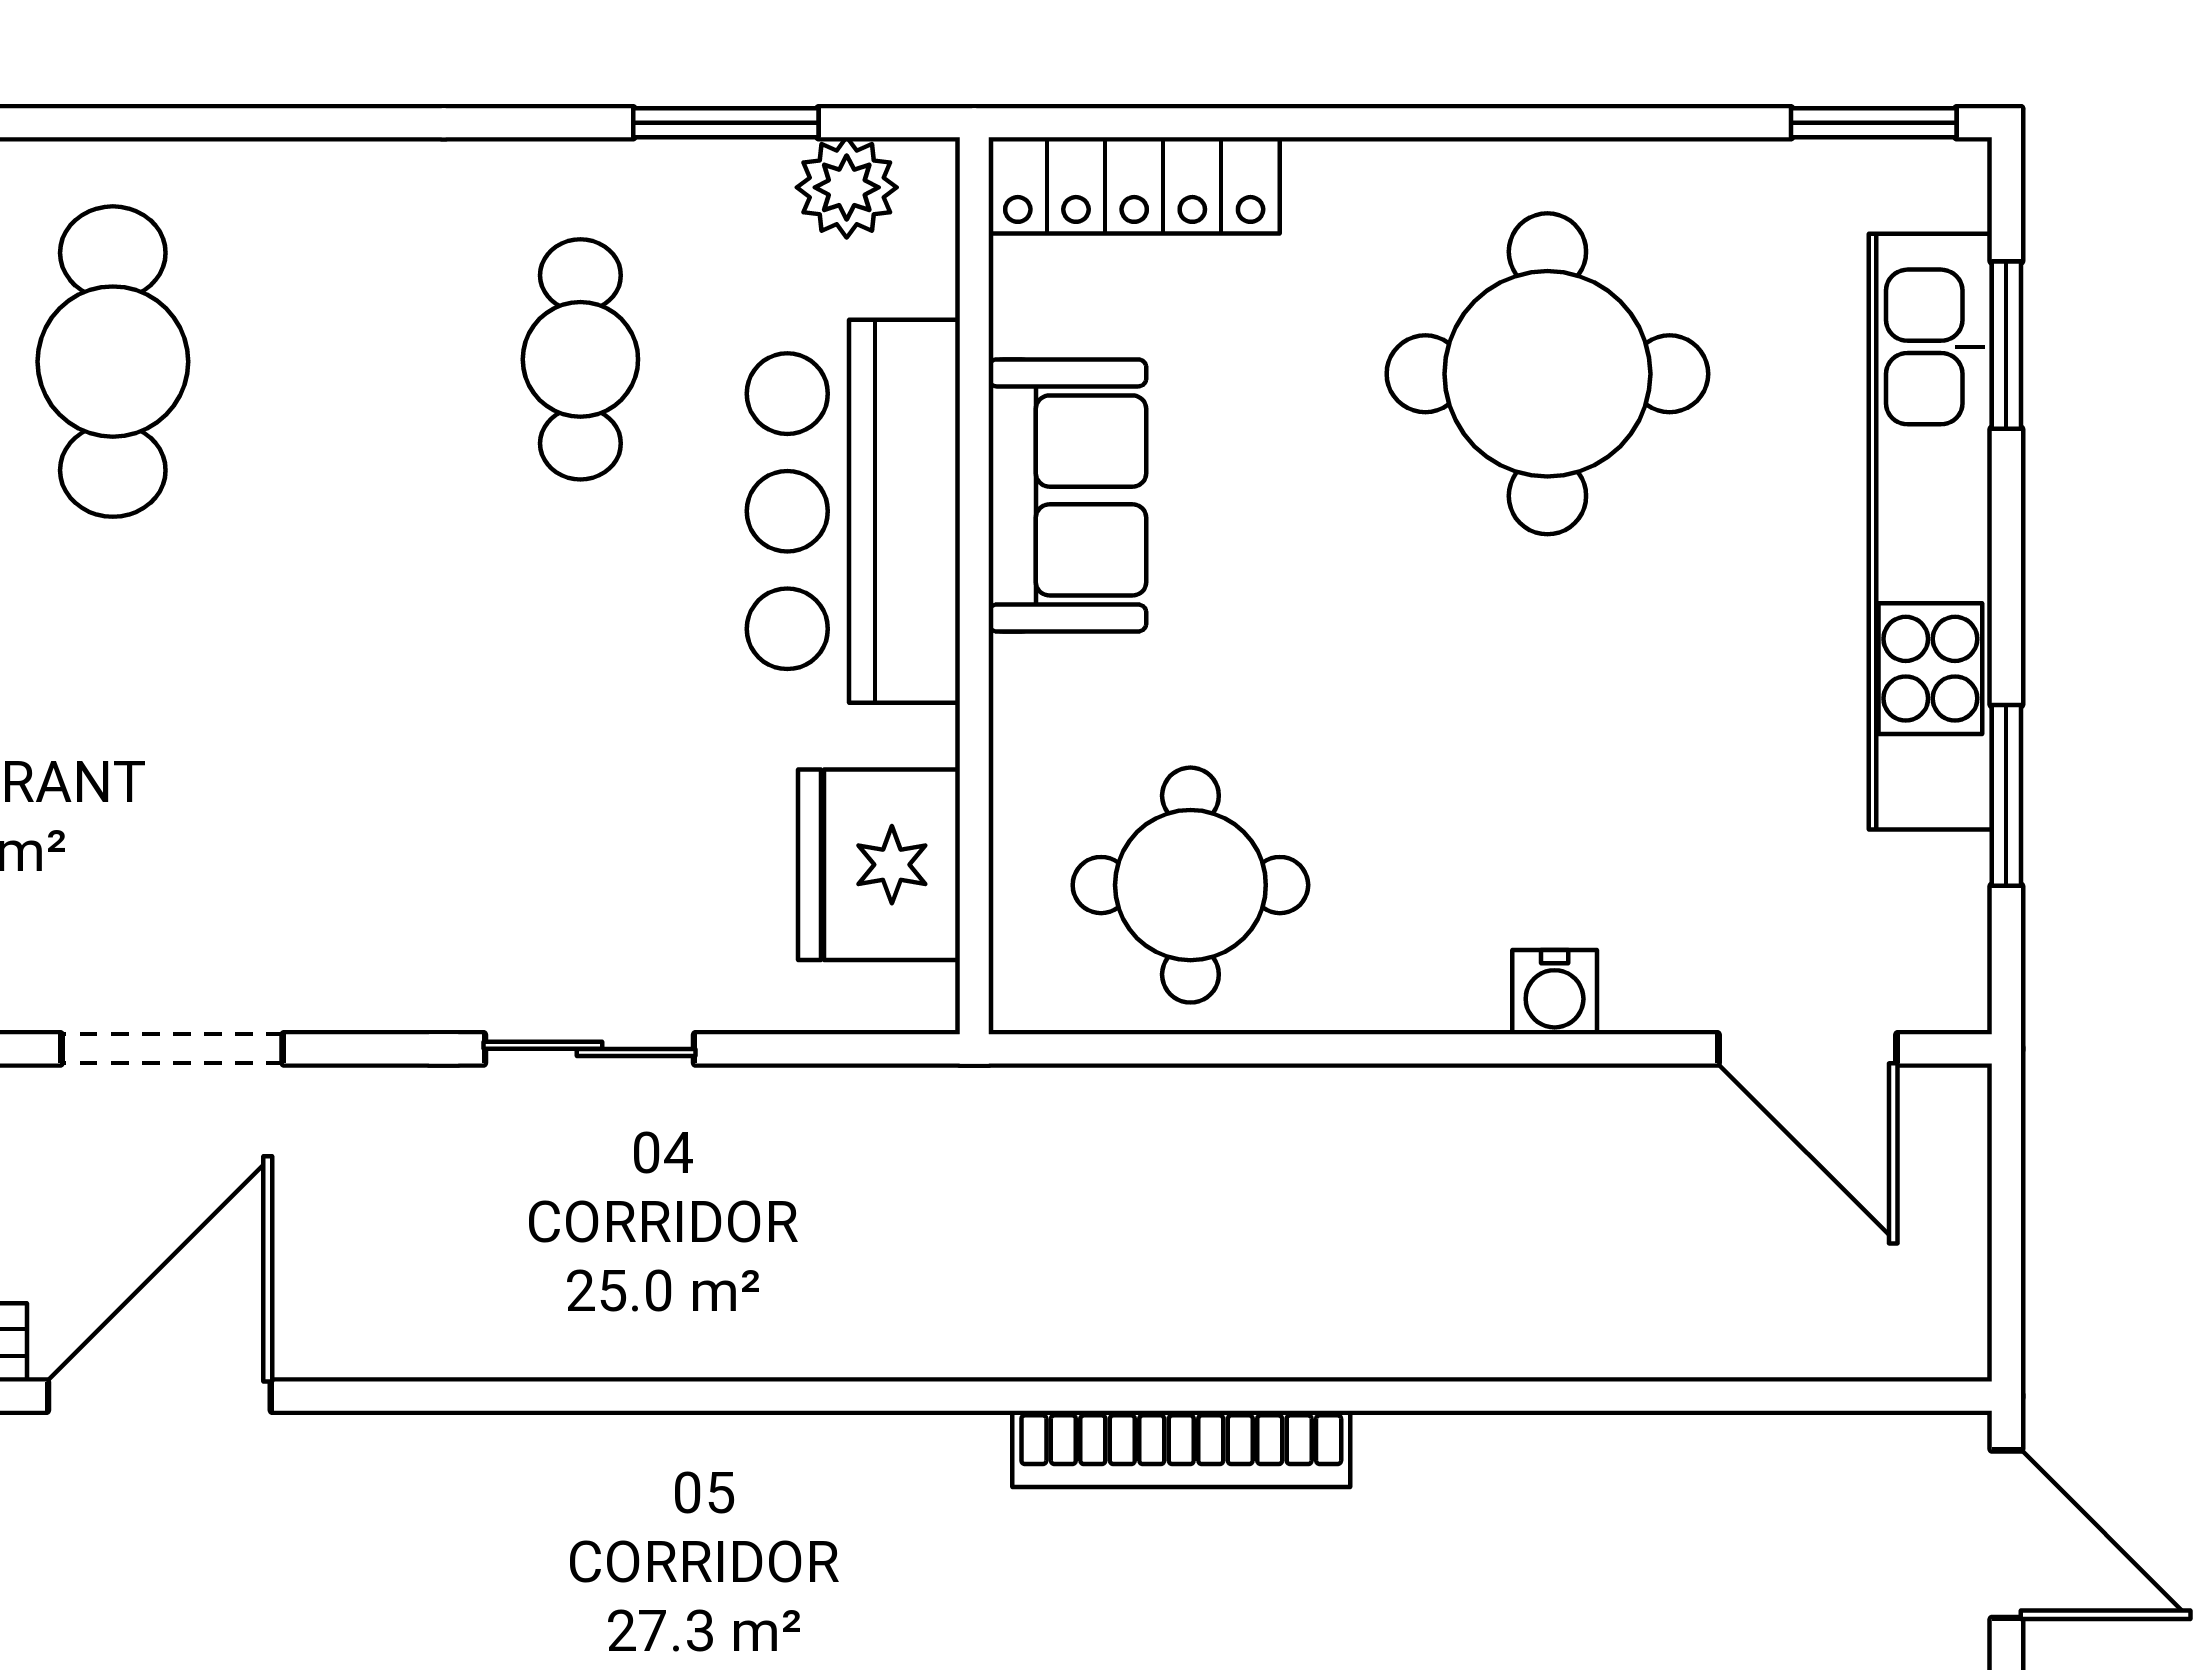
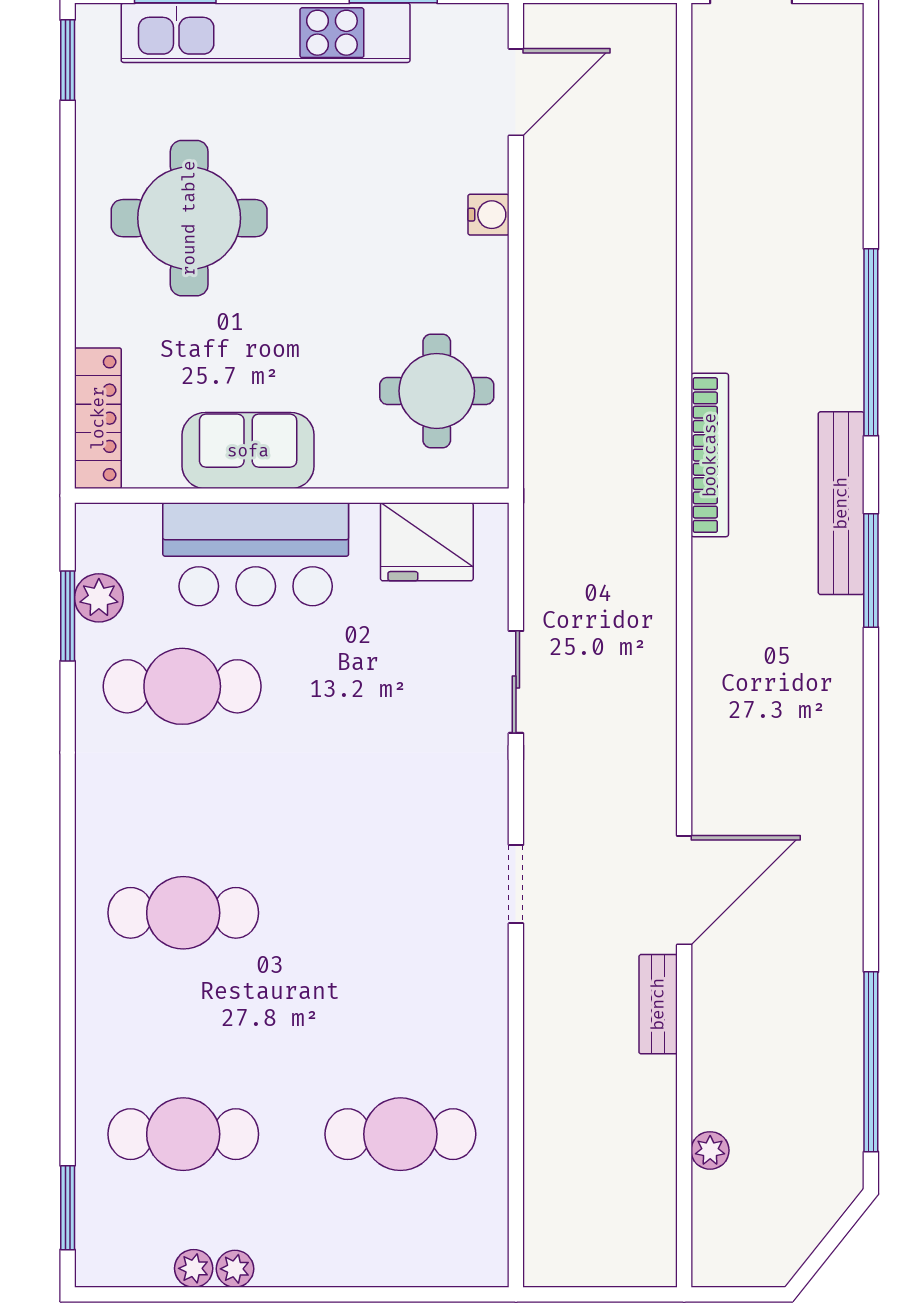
plant: (847, 187) -> (99, 598), moved
cafe table: (580, 359) -> (182, 686), width x1.37, depth x1.35
doorway: (172, 1049) -> (516, 884), width x0.73
door: (159, 1396) -> (684, 890), swing flipped
bookcase: (1181, 1449) -> (710, 455), moved

